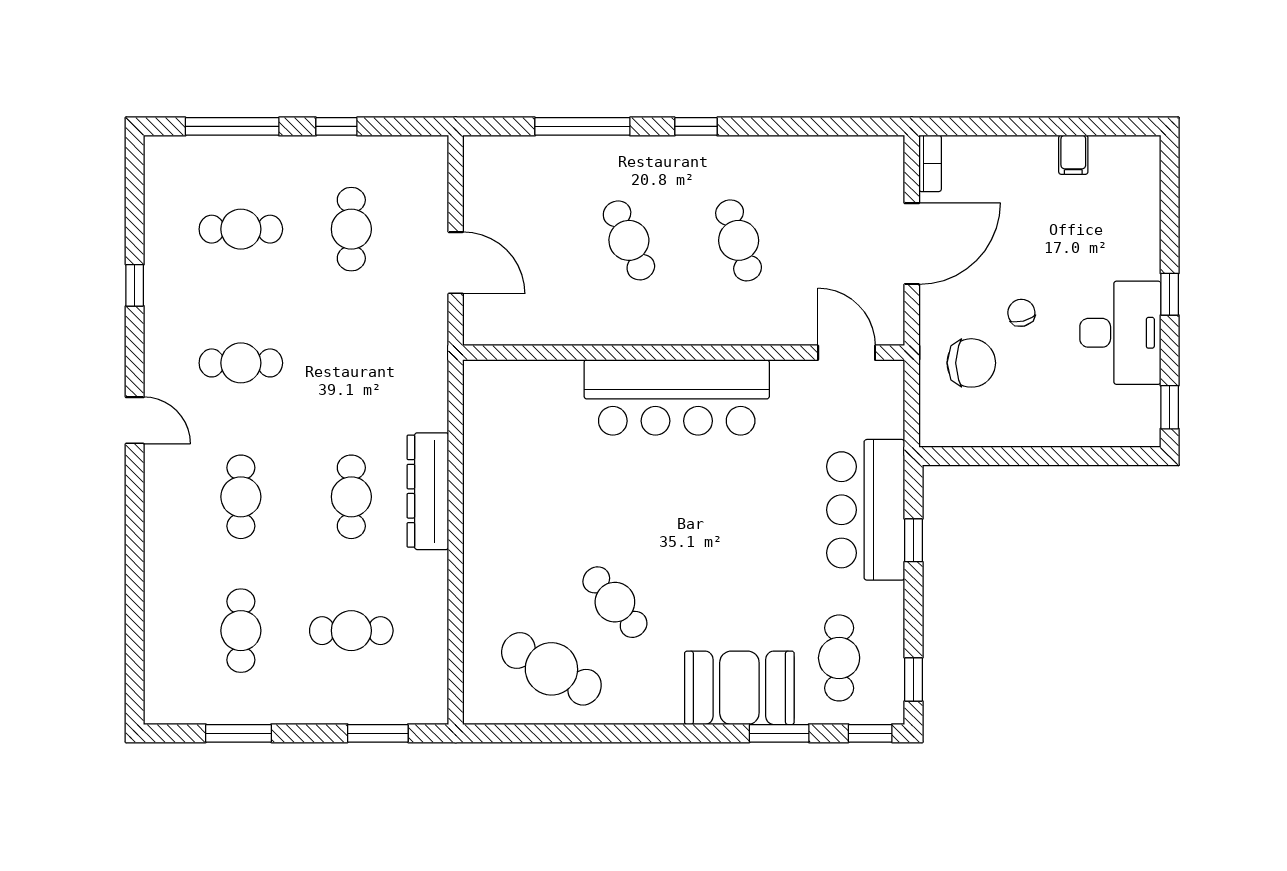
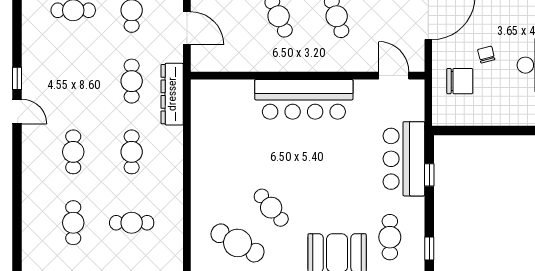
window: (135, 285) -> (17, 78), moved
cafe table: (241, 363) -> (132, 81), moved, turned 90
dresser: (428, 491) -> (172, 94), moved

